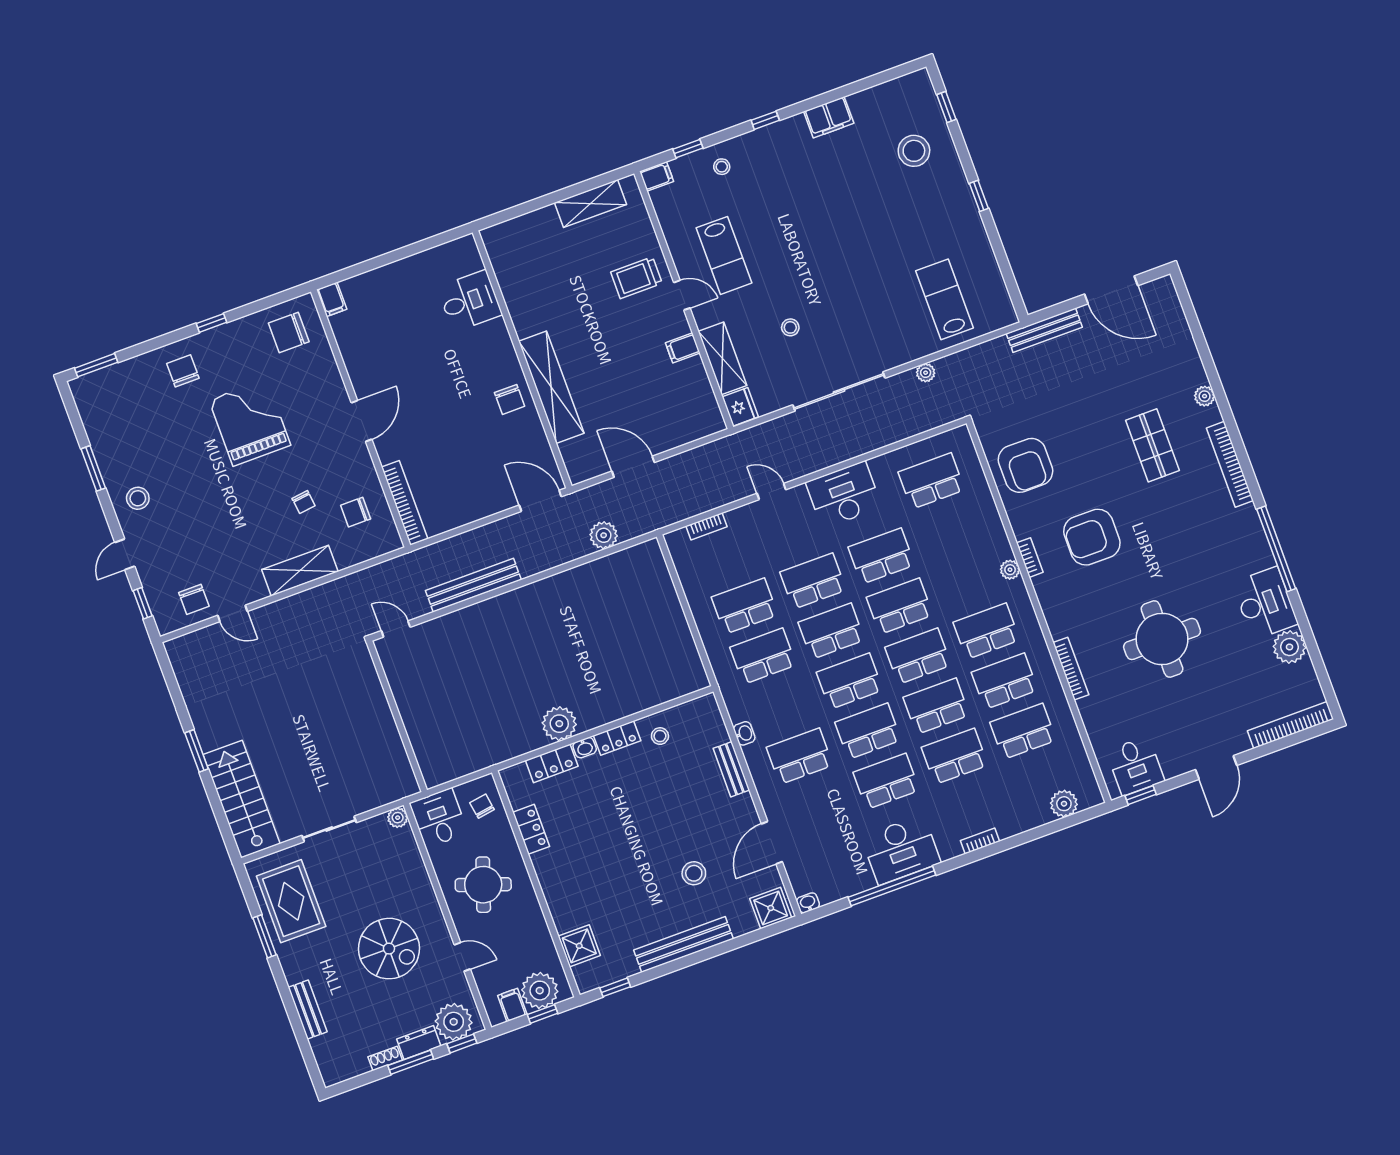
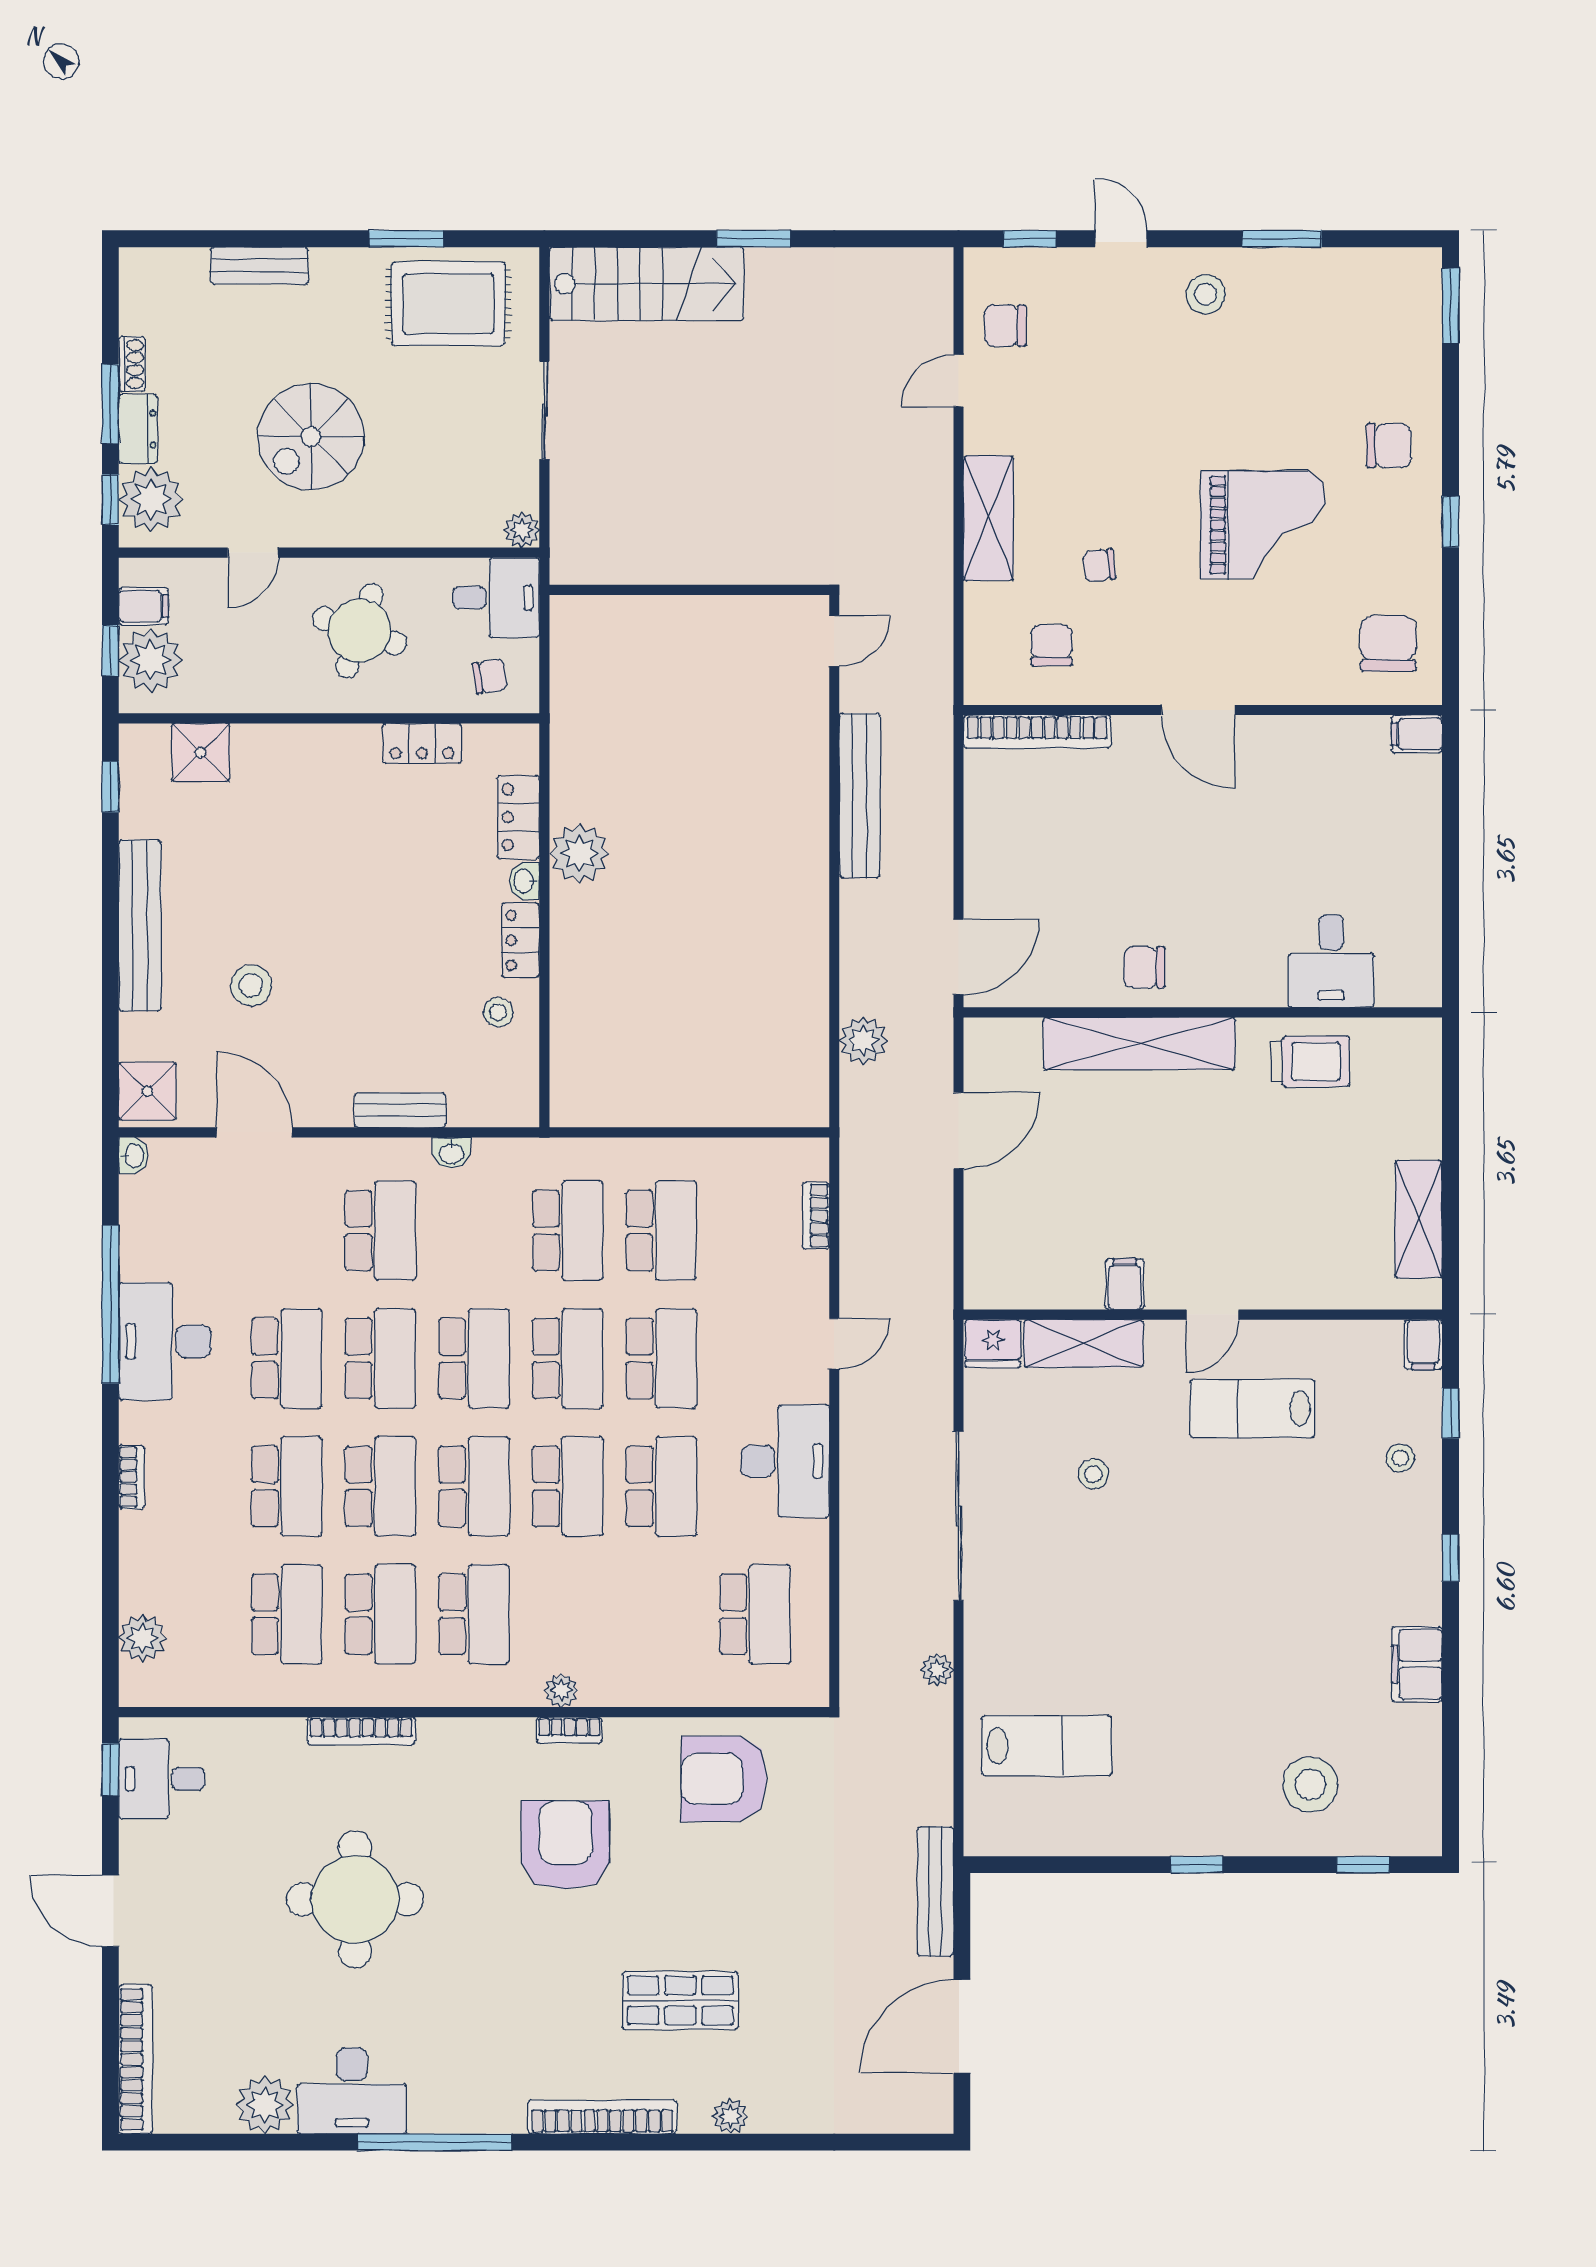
trolley: (636, 278) -> (1310, 1061), moved, turned 90

